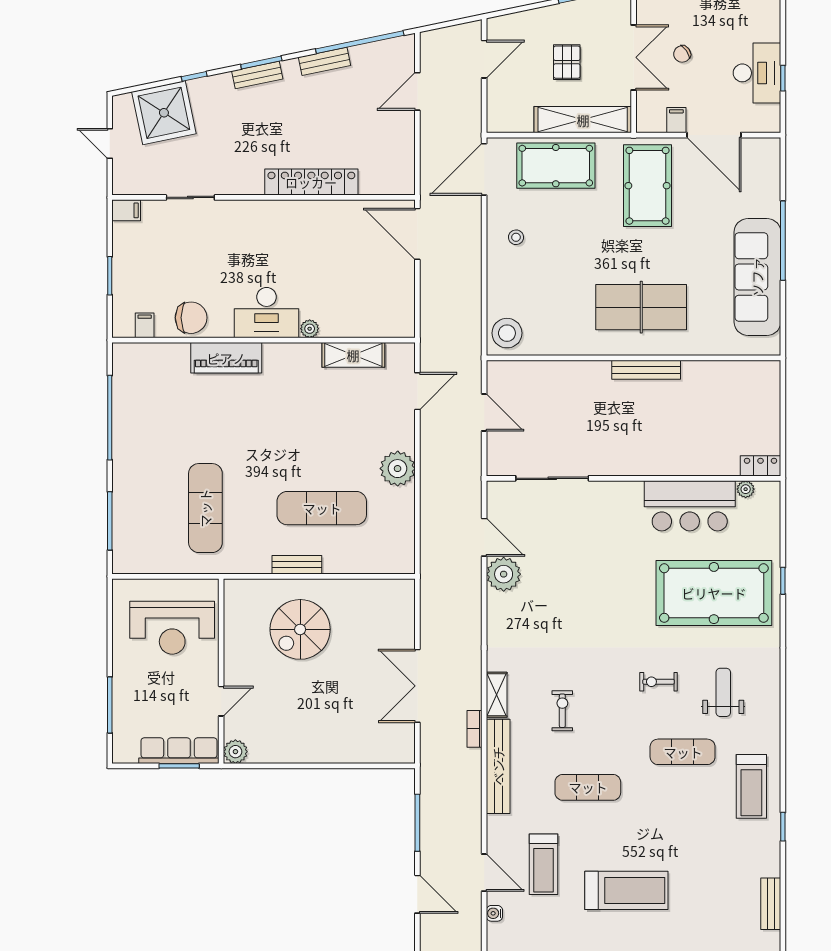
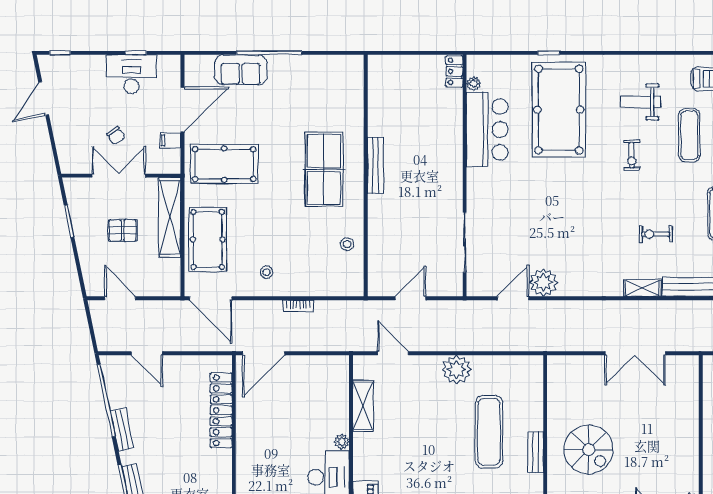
locker: (311, 182) -> (221, 410), moved
sofa: (757, 277) -> (241, 70), moved, width x0.54, depth x0.79
stool: (507, 333) -> (347, 244), moved, width x0.53, depth x0.53
bookcase: (475, 729) -> (298, 306), moved

